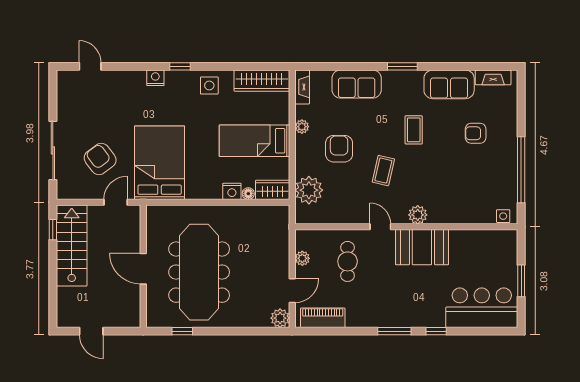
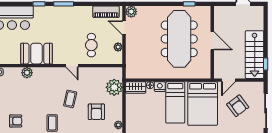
bed: (255, 141) -> (175, 102), moved, turned 90
plant: (418, 215) -> (27, 73), moved
booth: (422, 247) -> (36, 54), moved
door: (292, 291) -> (124, 28), hinge flipped

